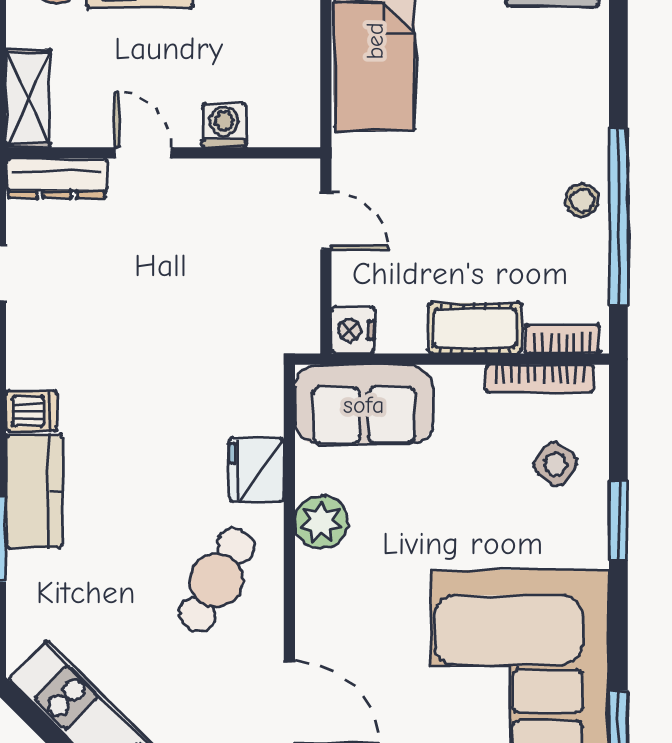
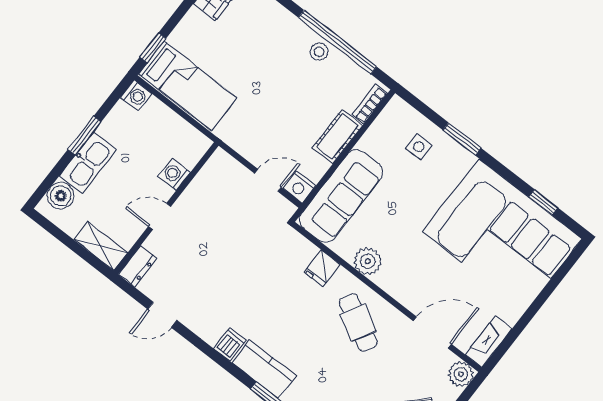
dresser: (57, 178) -> (138, 266), width x0.70
door: (326, 221) -> (268, 180), moved
bookcase: (540, 378) -> (379, 126), removed
sofa: (364, 405) -> (341, 196), width x1.36
side table: (556, 464) -> (419, 147), turned -37
fridge: (256, 470) -> (322, 268), width x0.72

